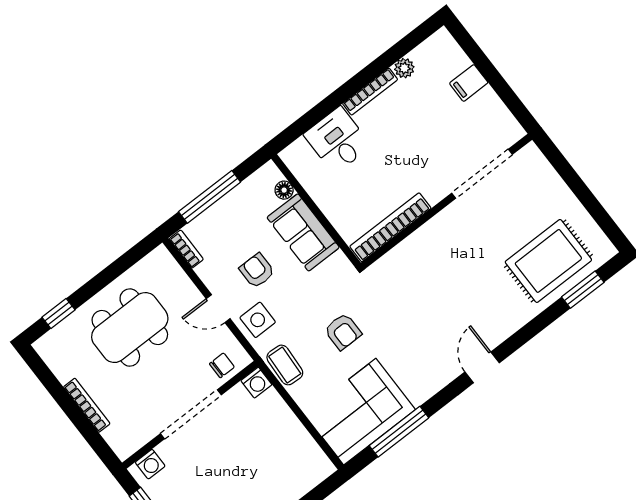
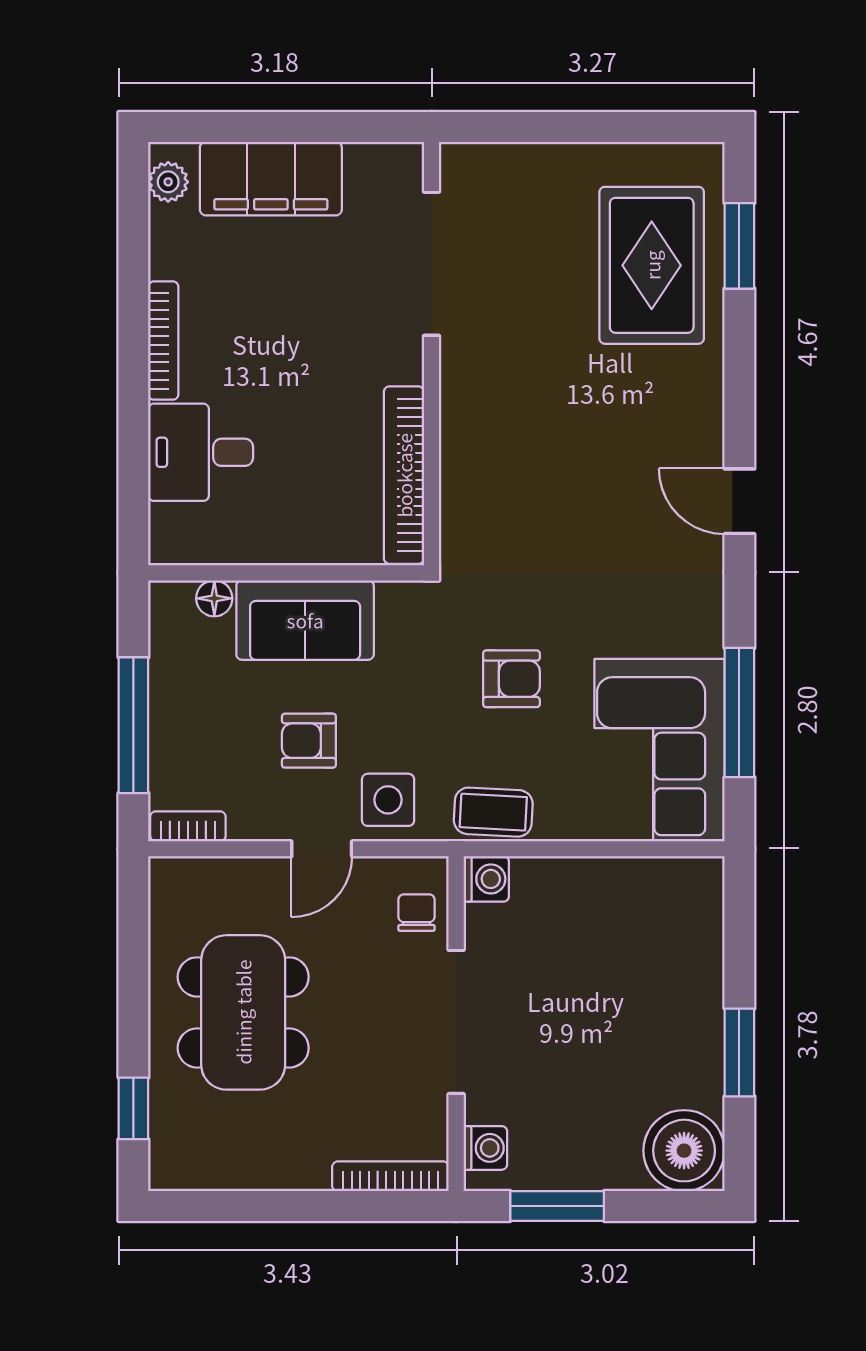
plant: (404, 68) -> (168, 182), moved
filing cabinet: (469, 83) -> (271, 179), width x3.00, depth x1.17
bookcase: (87, 405) -> (390, 1176), moved

